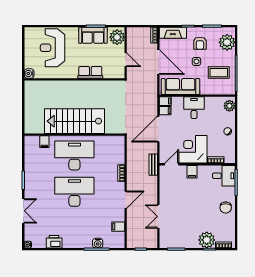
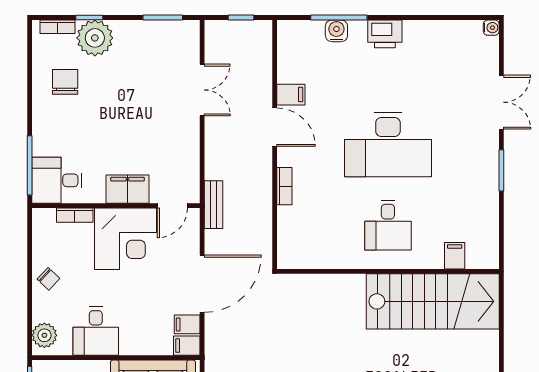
desk: (194, 108) -> (96, 331), moved
stairs: (74, 121) -> (433, 301), moved
desk: (74, 155) -> (388, 225), width x0.53, depth x0.77
filing cabinet: (192, 172) -> (127, 189), width x2.00
door: (126, 200) -> (275, 127), swing flipped
chair: (226, 208) -> (65, 82), moved
double door: (23, 211) -> (501, 102), swing flipped
filing cabinet: (118, 227) -> (291, 95), moved
printer: (54, 242) -> (385, 34), moved

